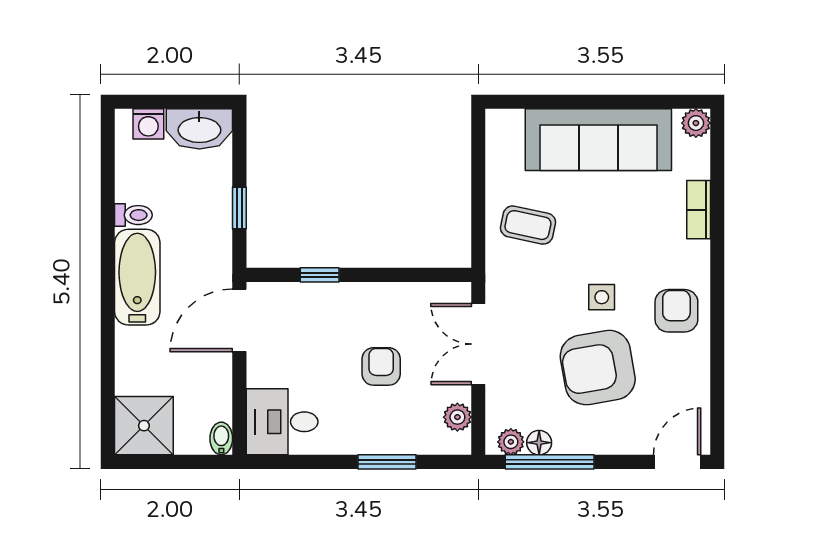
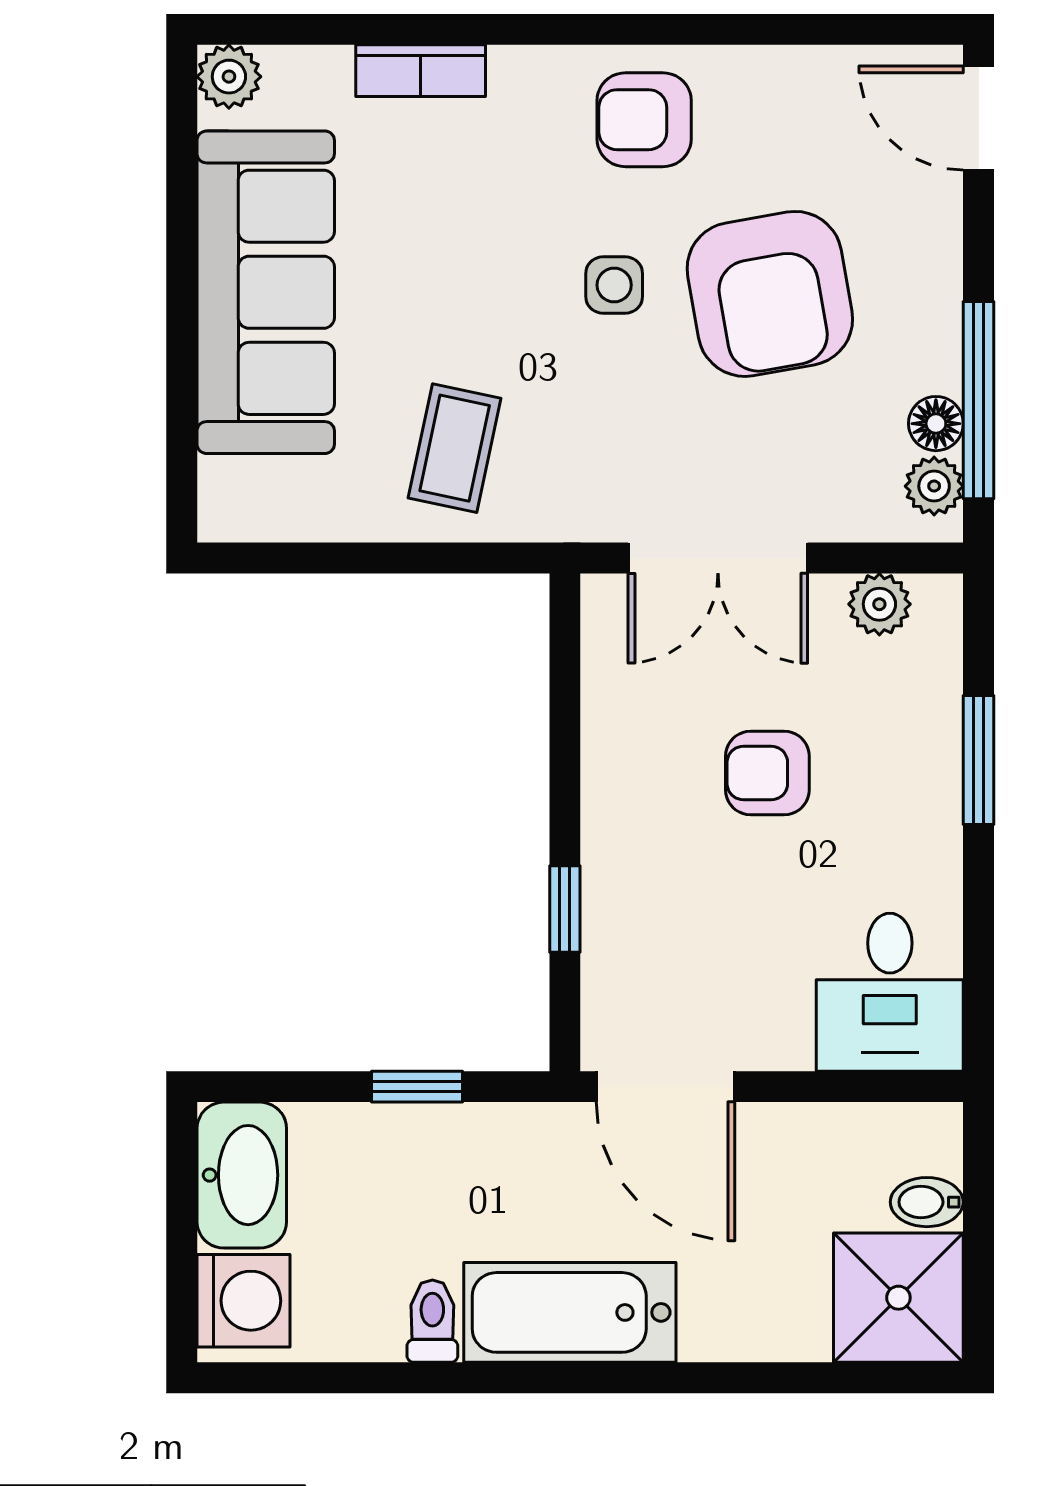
washing machine: (148, 124) -> (243, 1301), width x1.38, depth x1.38
bidet: (221, 438) -> (927, 1202), moved

